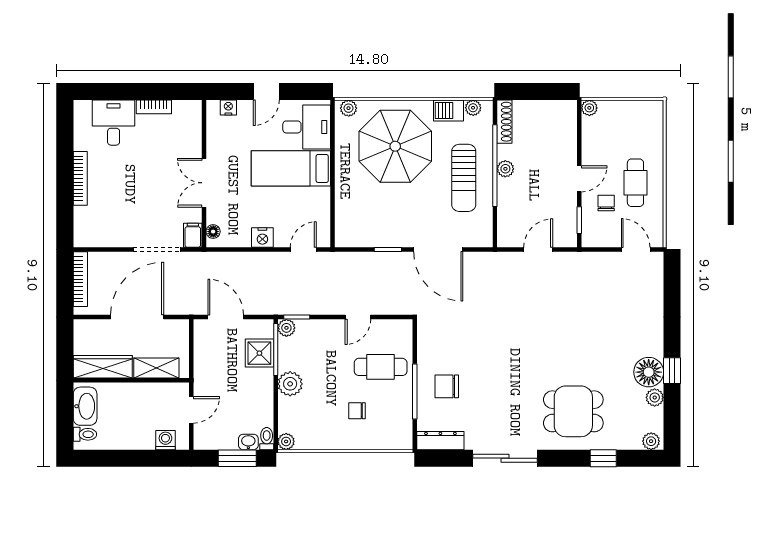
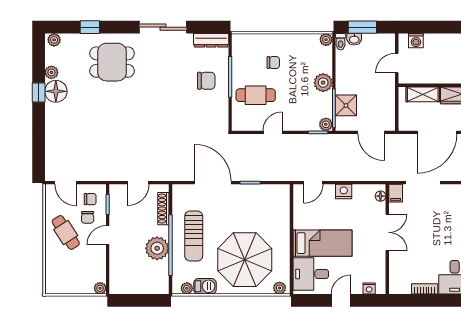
shoe rack: (504, 122) -> (163, 209), moved
plant: (505, 169) -> (157, 248), width x1.88, depth x1.88
sun lounger: (464, 178) -> (194, 236), turned 180
cafe table: (635, 183) -> (66, 232), turned -33
chair: (603, 227) -> (90, 199), added

